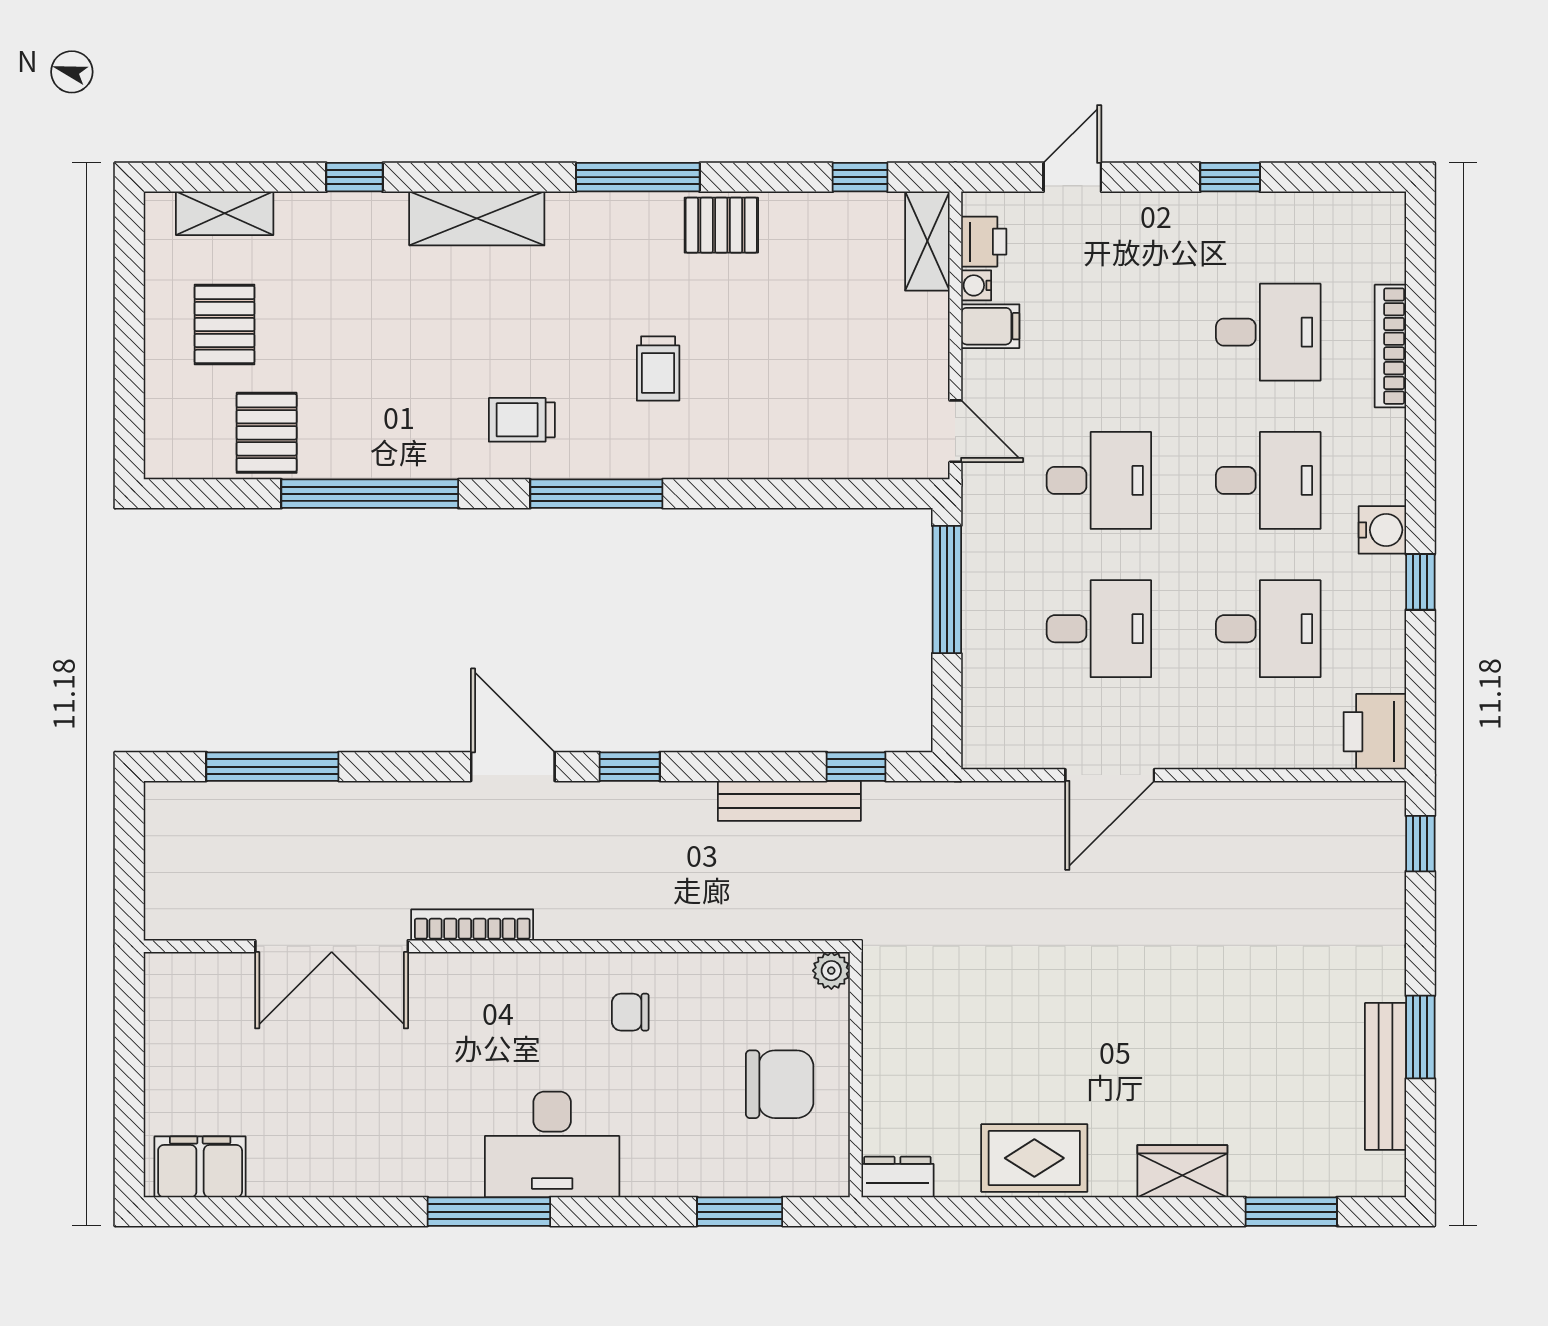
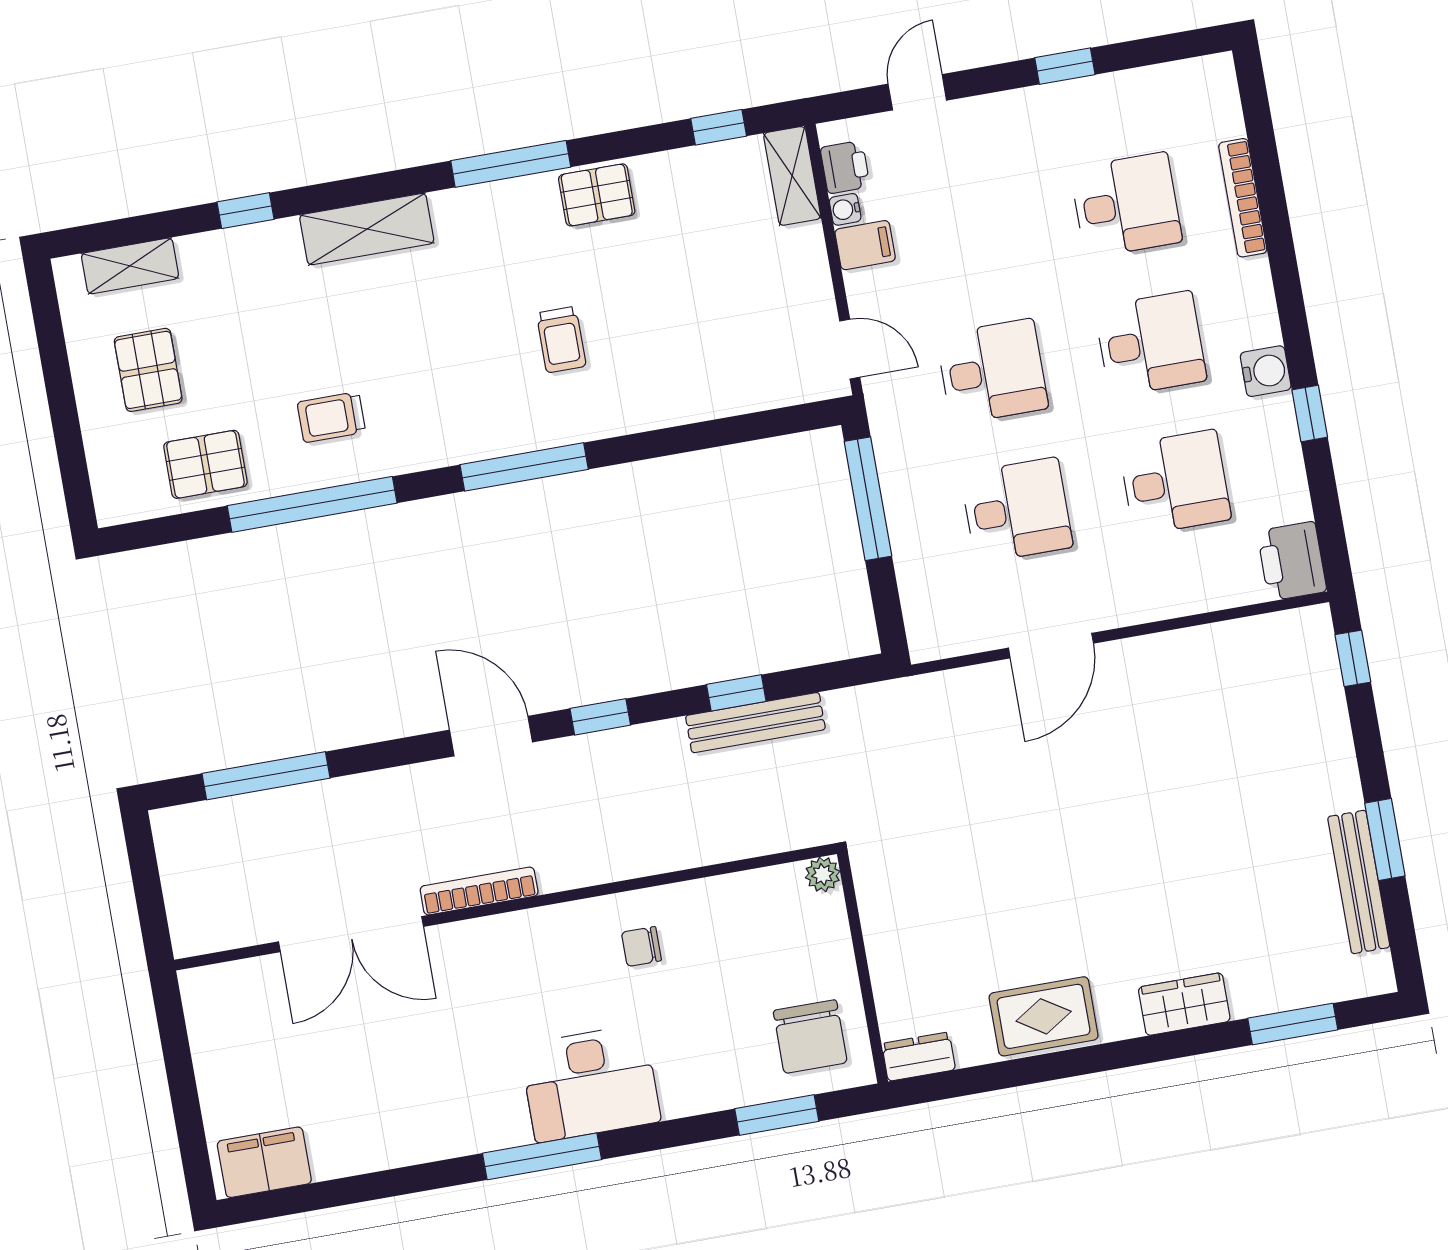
trolley: (522, 420) -> (331, 417), moved
pallet: (267, 433) -> (205, 464), turned 90
window: (856, 767) -> (736, 693), moved
chair: (780, 1084) -> (810, 1037), moved, turned 90

